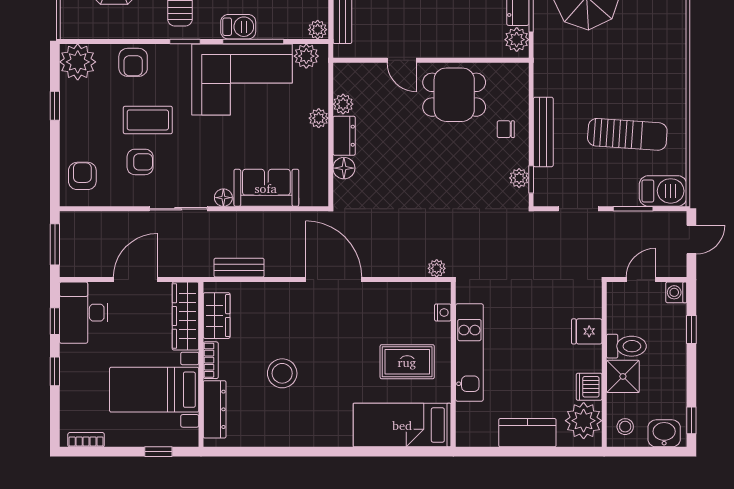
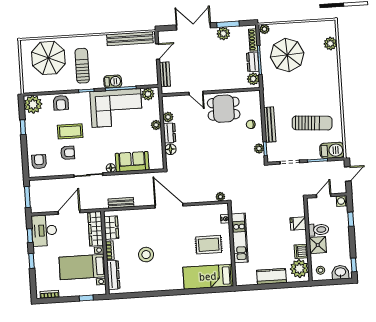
plant: (318, 30) -> (153, 80), removed

